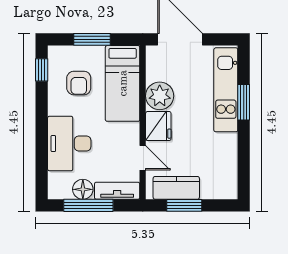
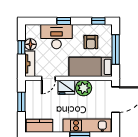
window: (92, 39) -> (116, 50), width x1.44
armchair: (79, 83) -> (91, 42), turned -90
window: (42, 131) -> (64, 21), added
kitchen counter: (176, 188) -> (39, 126), moved, turned -90
window: (88, 205) -> (21, 47), width x0.46

